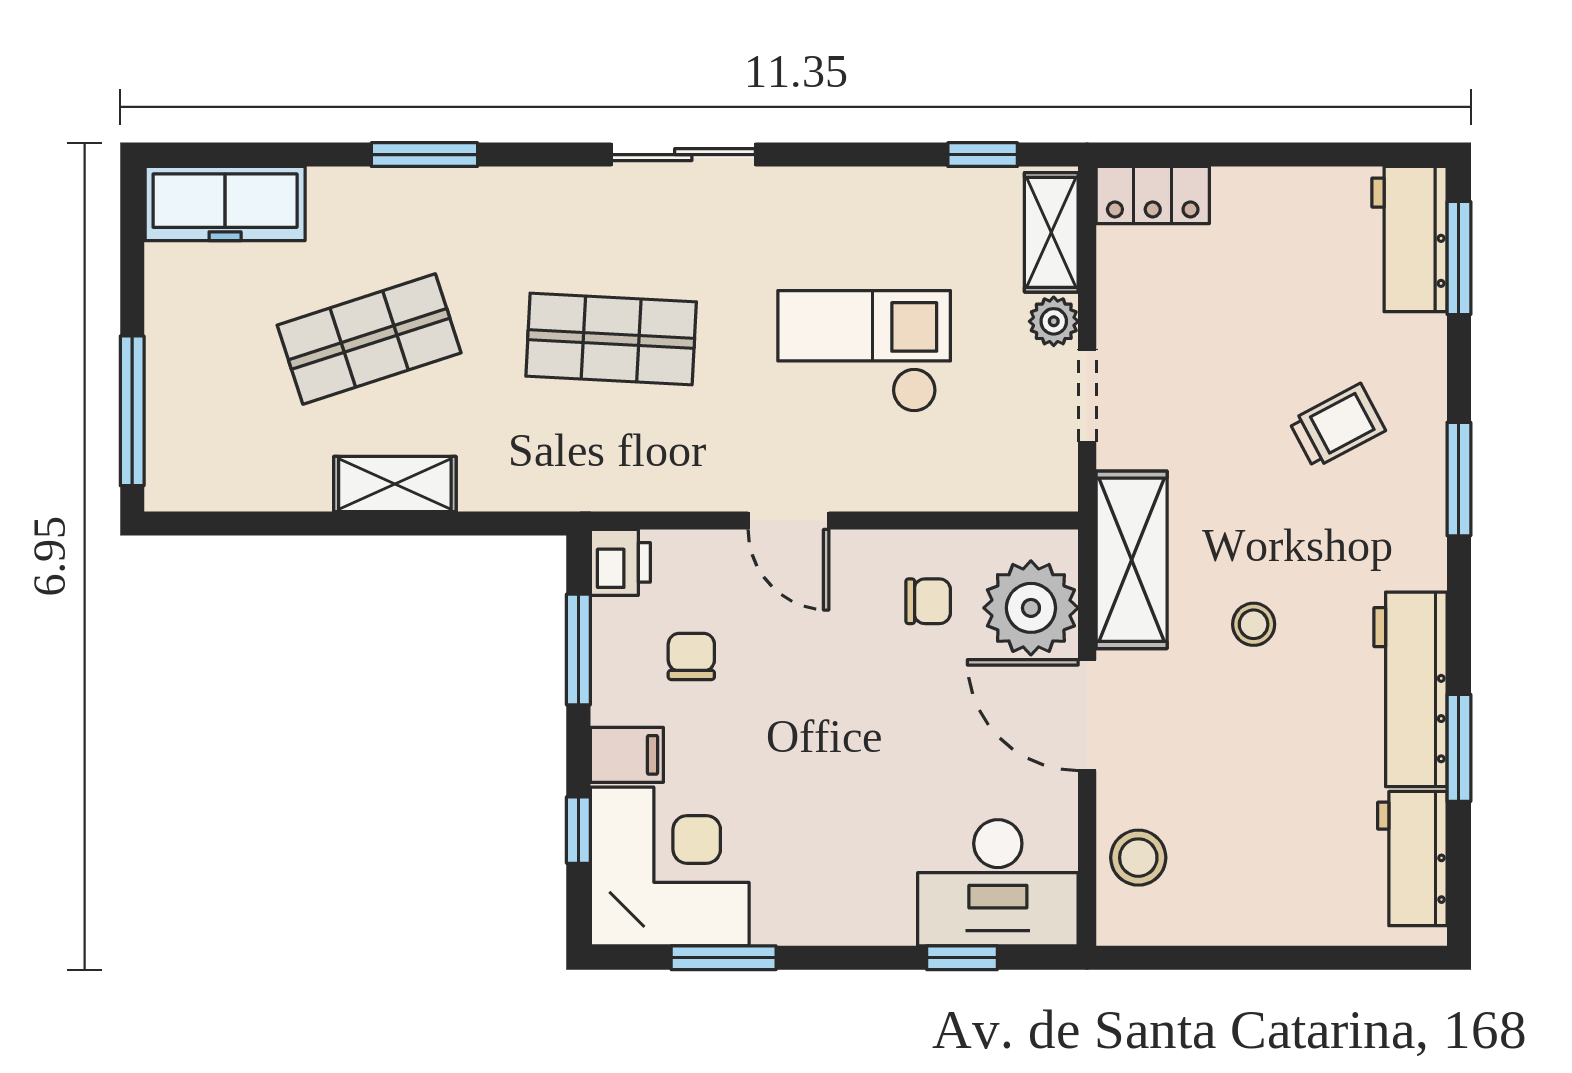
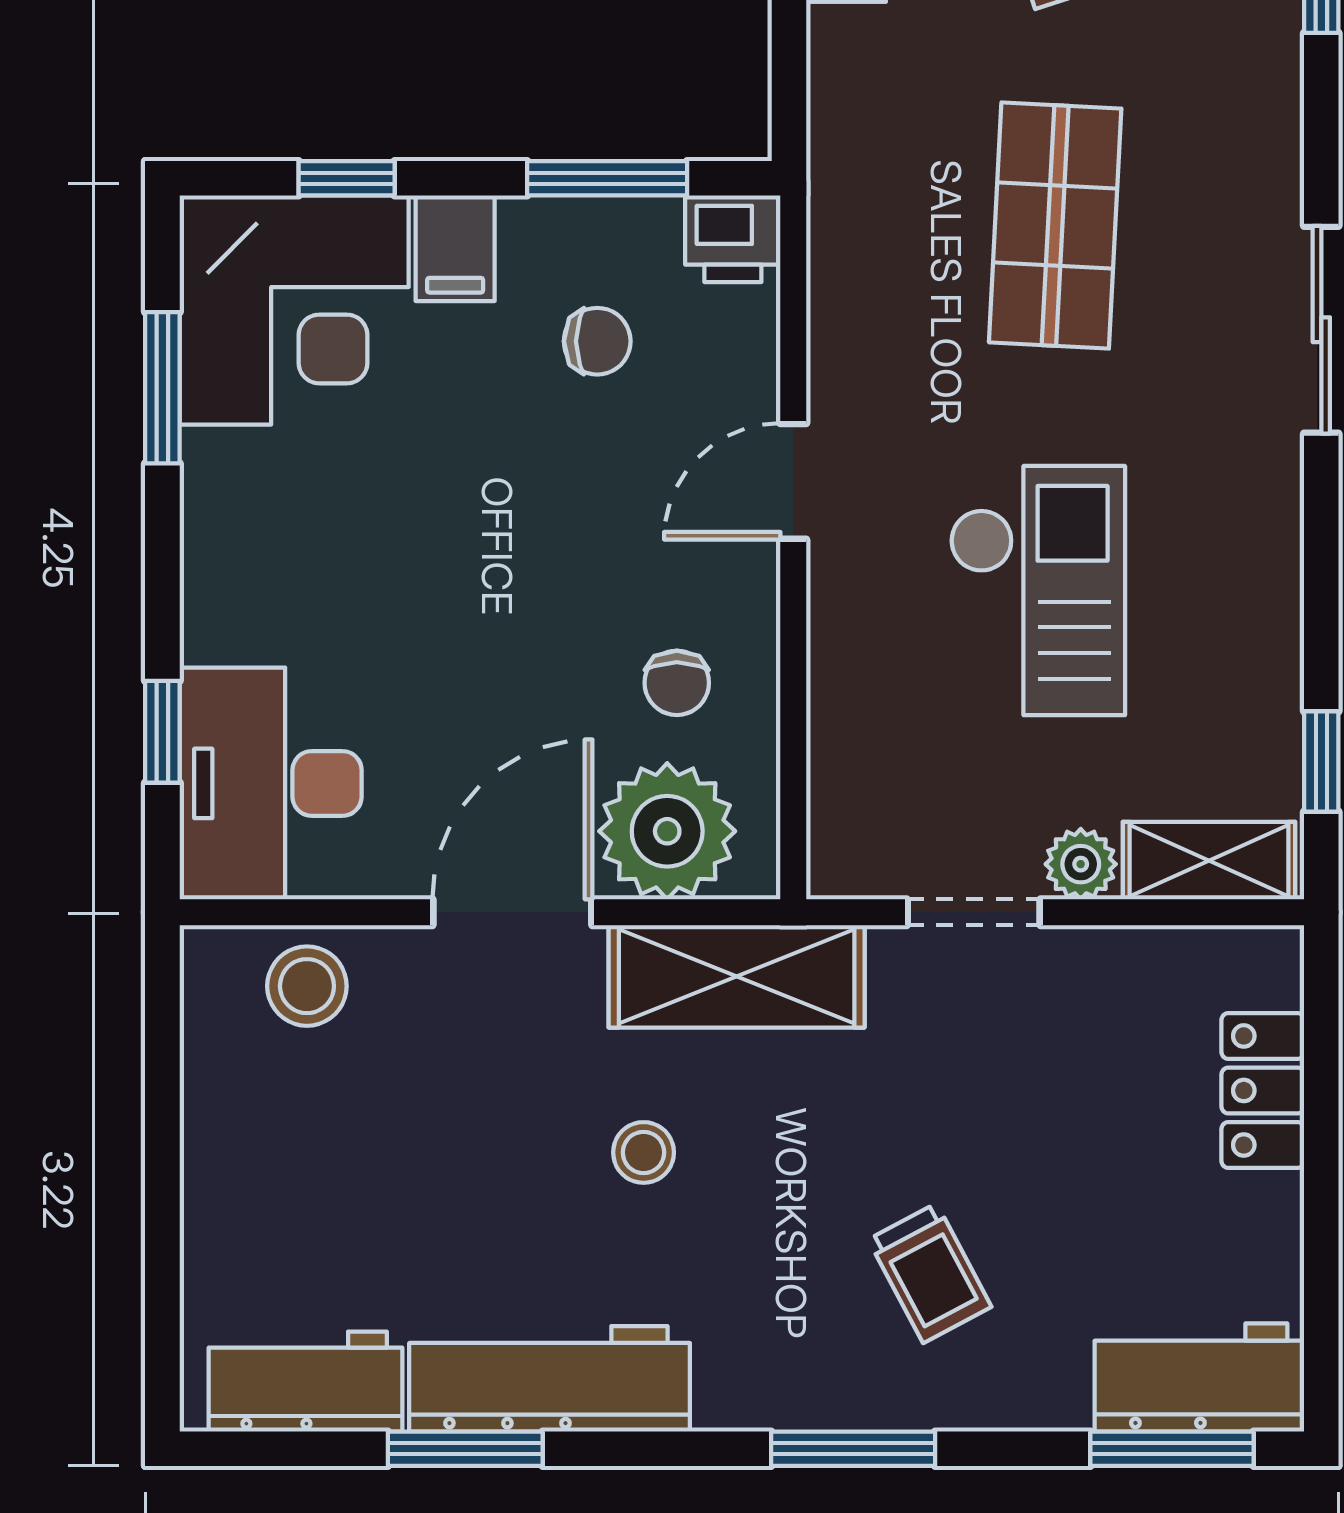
locker: (1153, 195) -> (1263, 1090), moved

